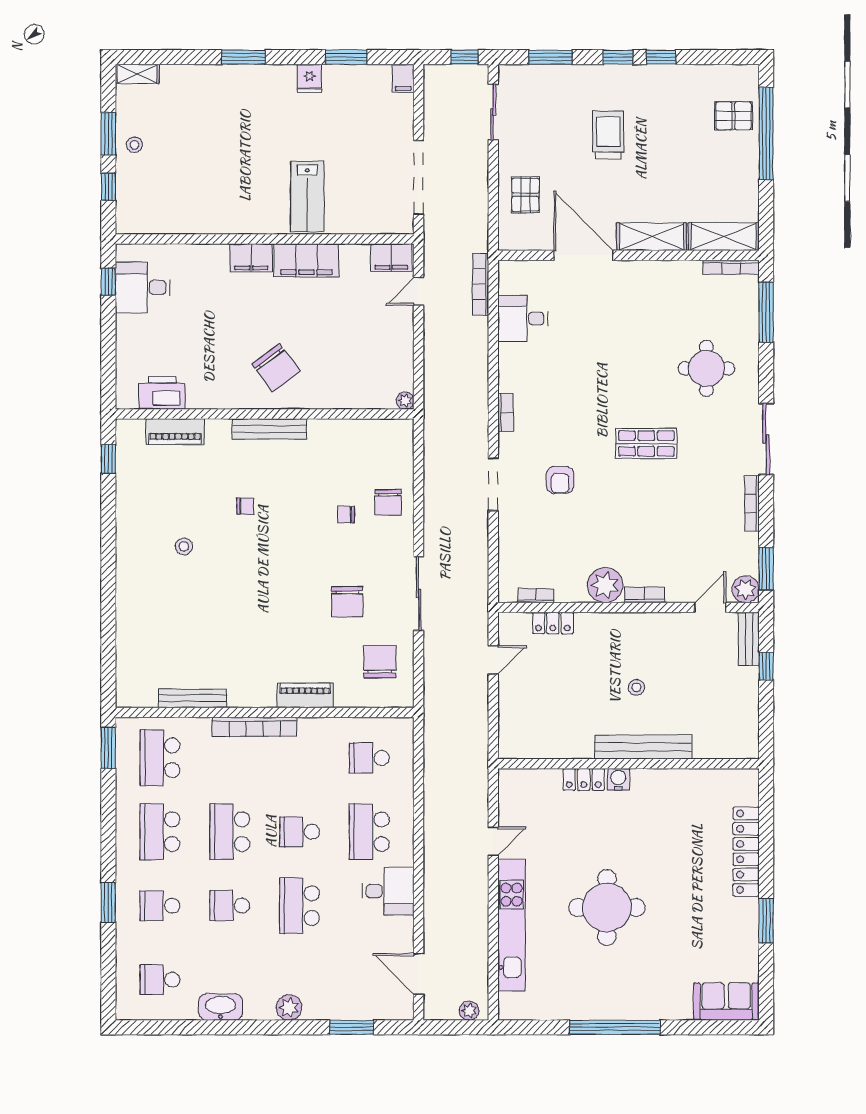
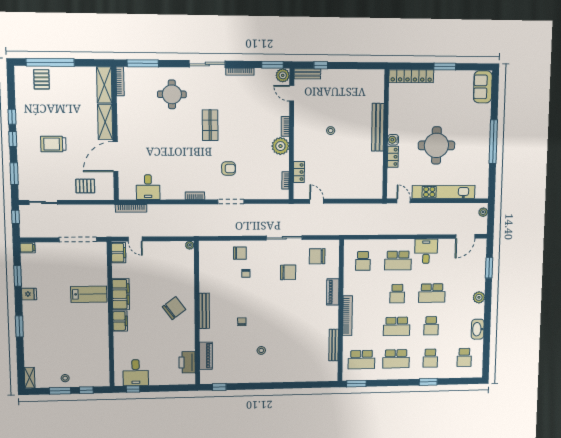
bench: (643, 747) -> (378, 127), moved
wall: (628, 764) -> (386, 135), moved
locker: (584, 779) -> (393, 157), moved
water cooler: (618, 779) -> (393, 140), moved

